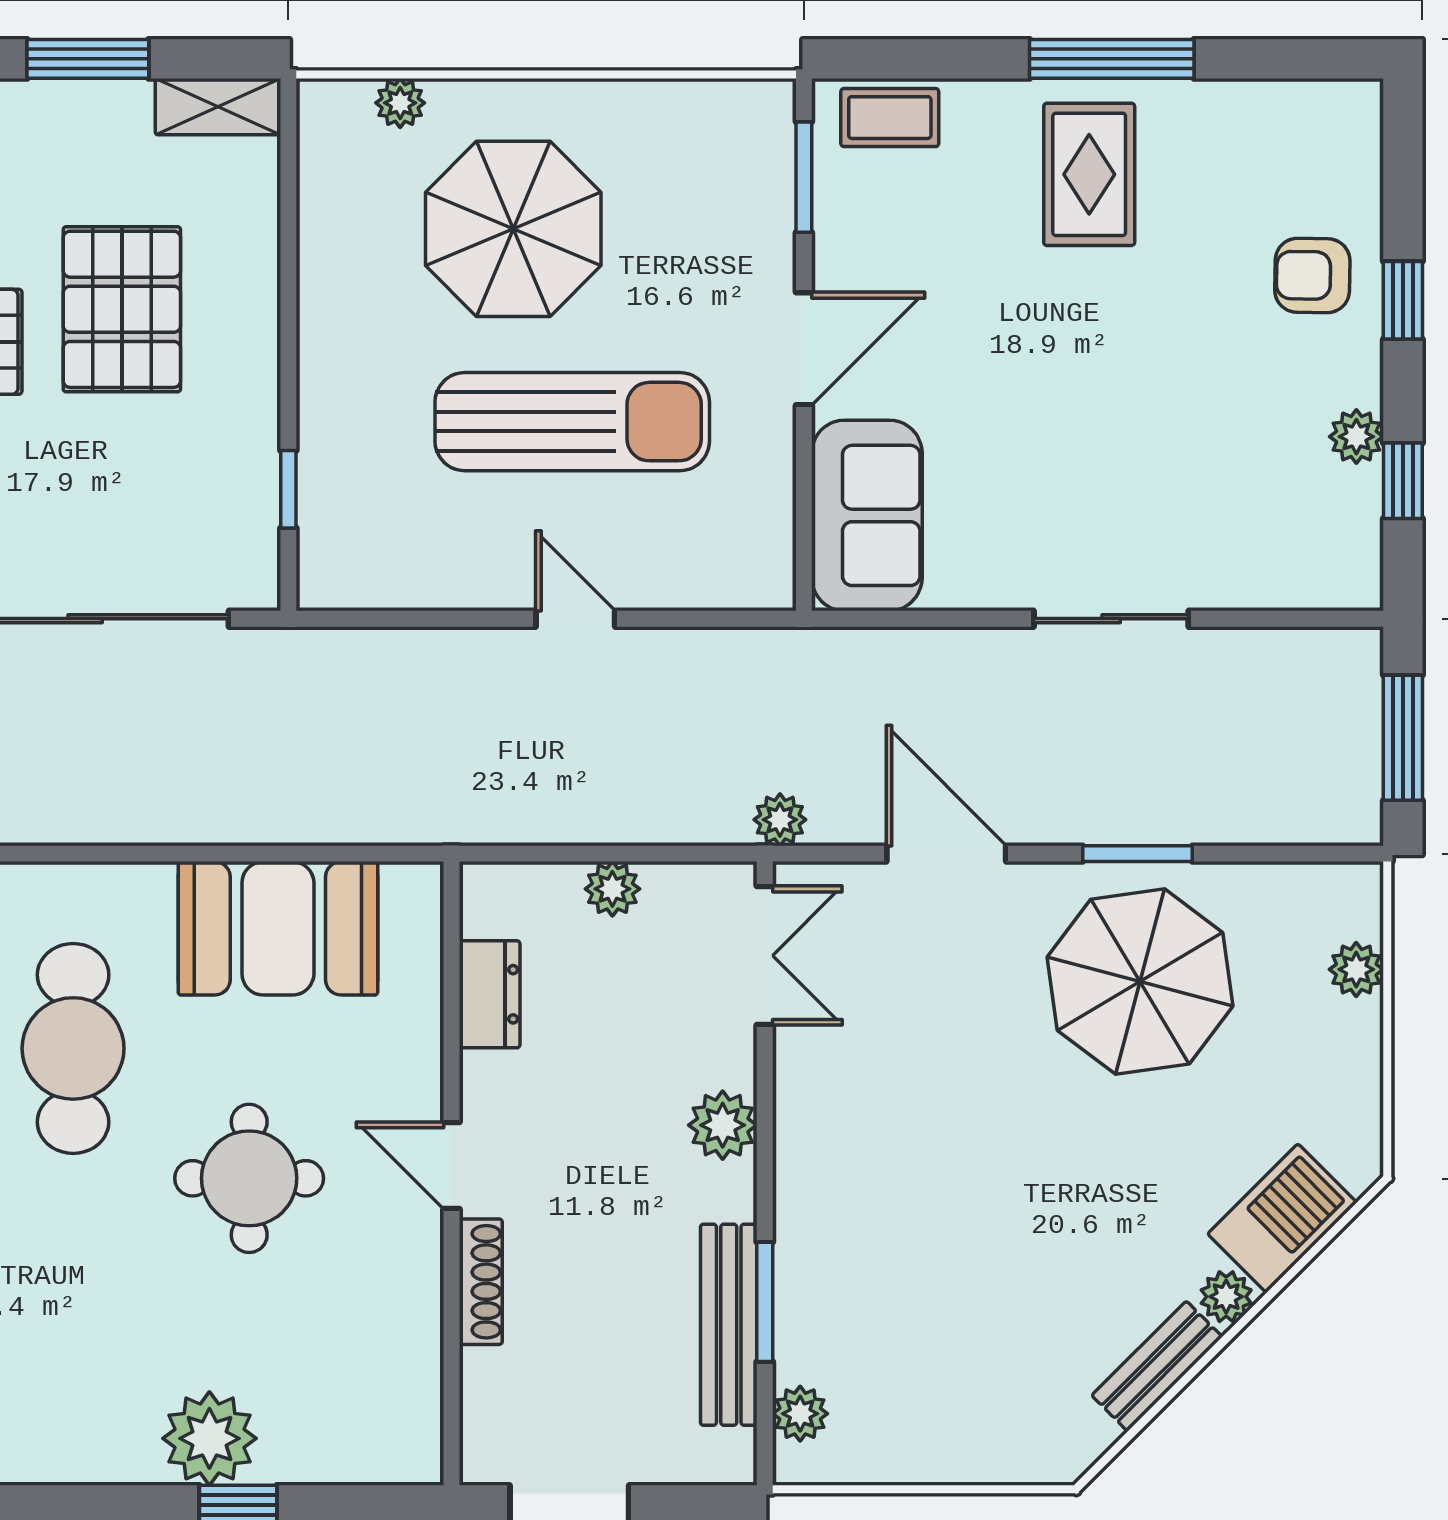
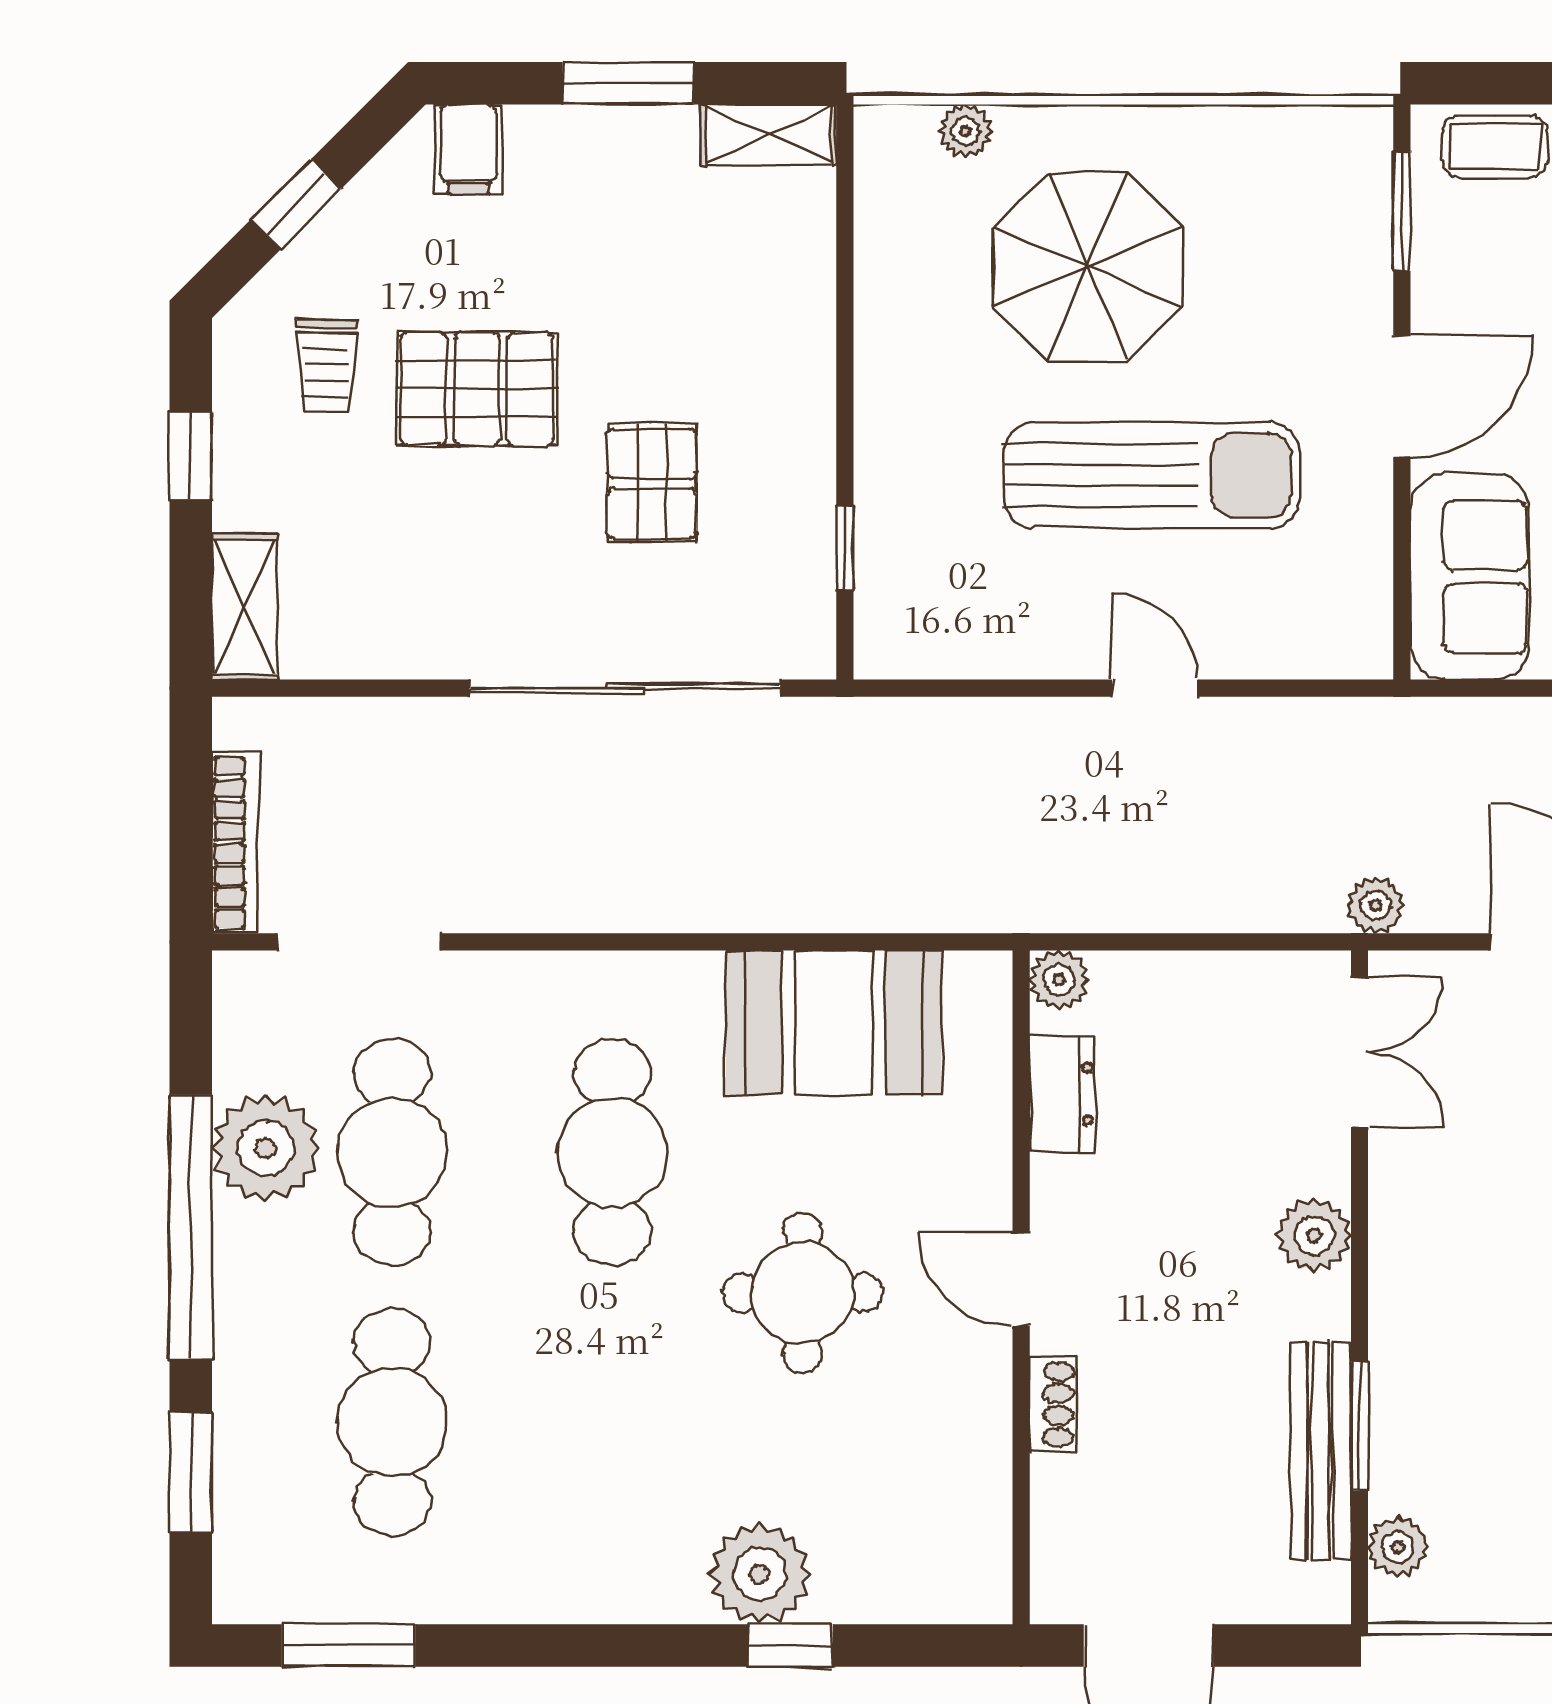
pallet: (122, 309) -> (652, 483), moved, width x0.67, depth x0.71
plant: (612, 889) -> (1059, 980), moved
shoe rack: (481, 1282) -> (1053, 1404), width x0.70

